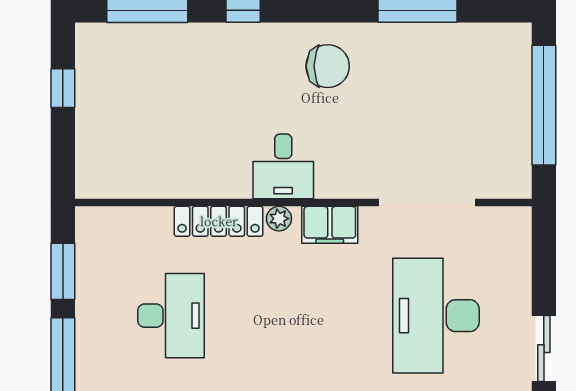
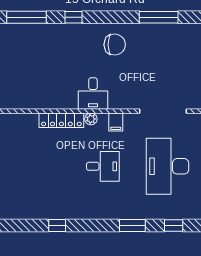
filing cabinet: (330, 225) -> (116, 122), width x0.50
desk: (171, 316) -> (103, 166), moved, width x0.73

